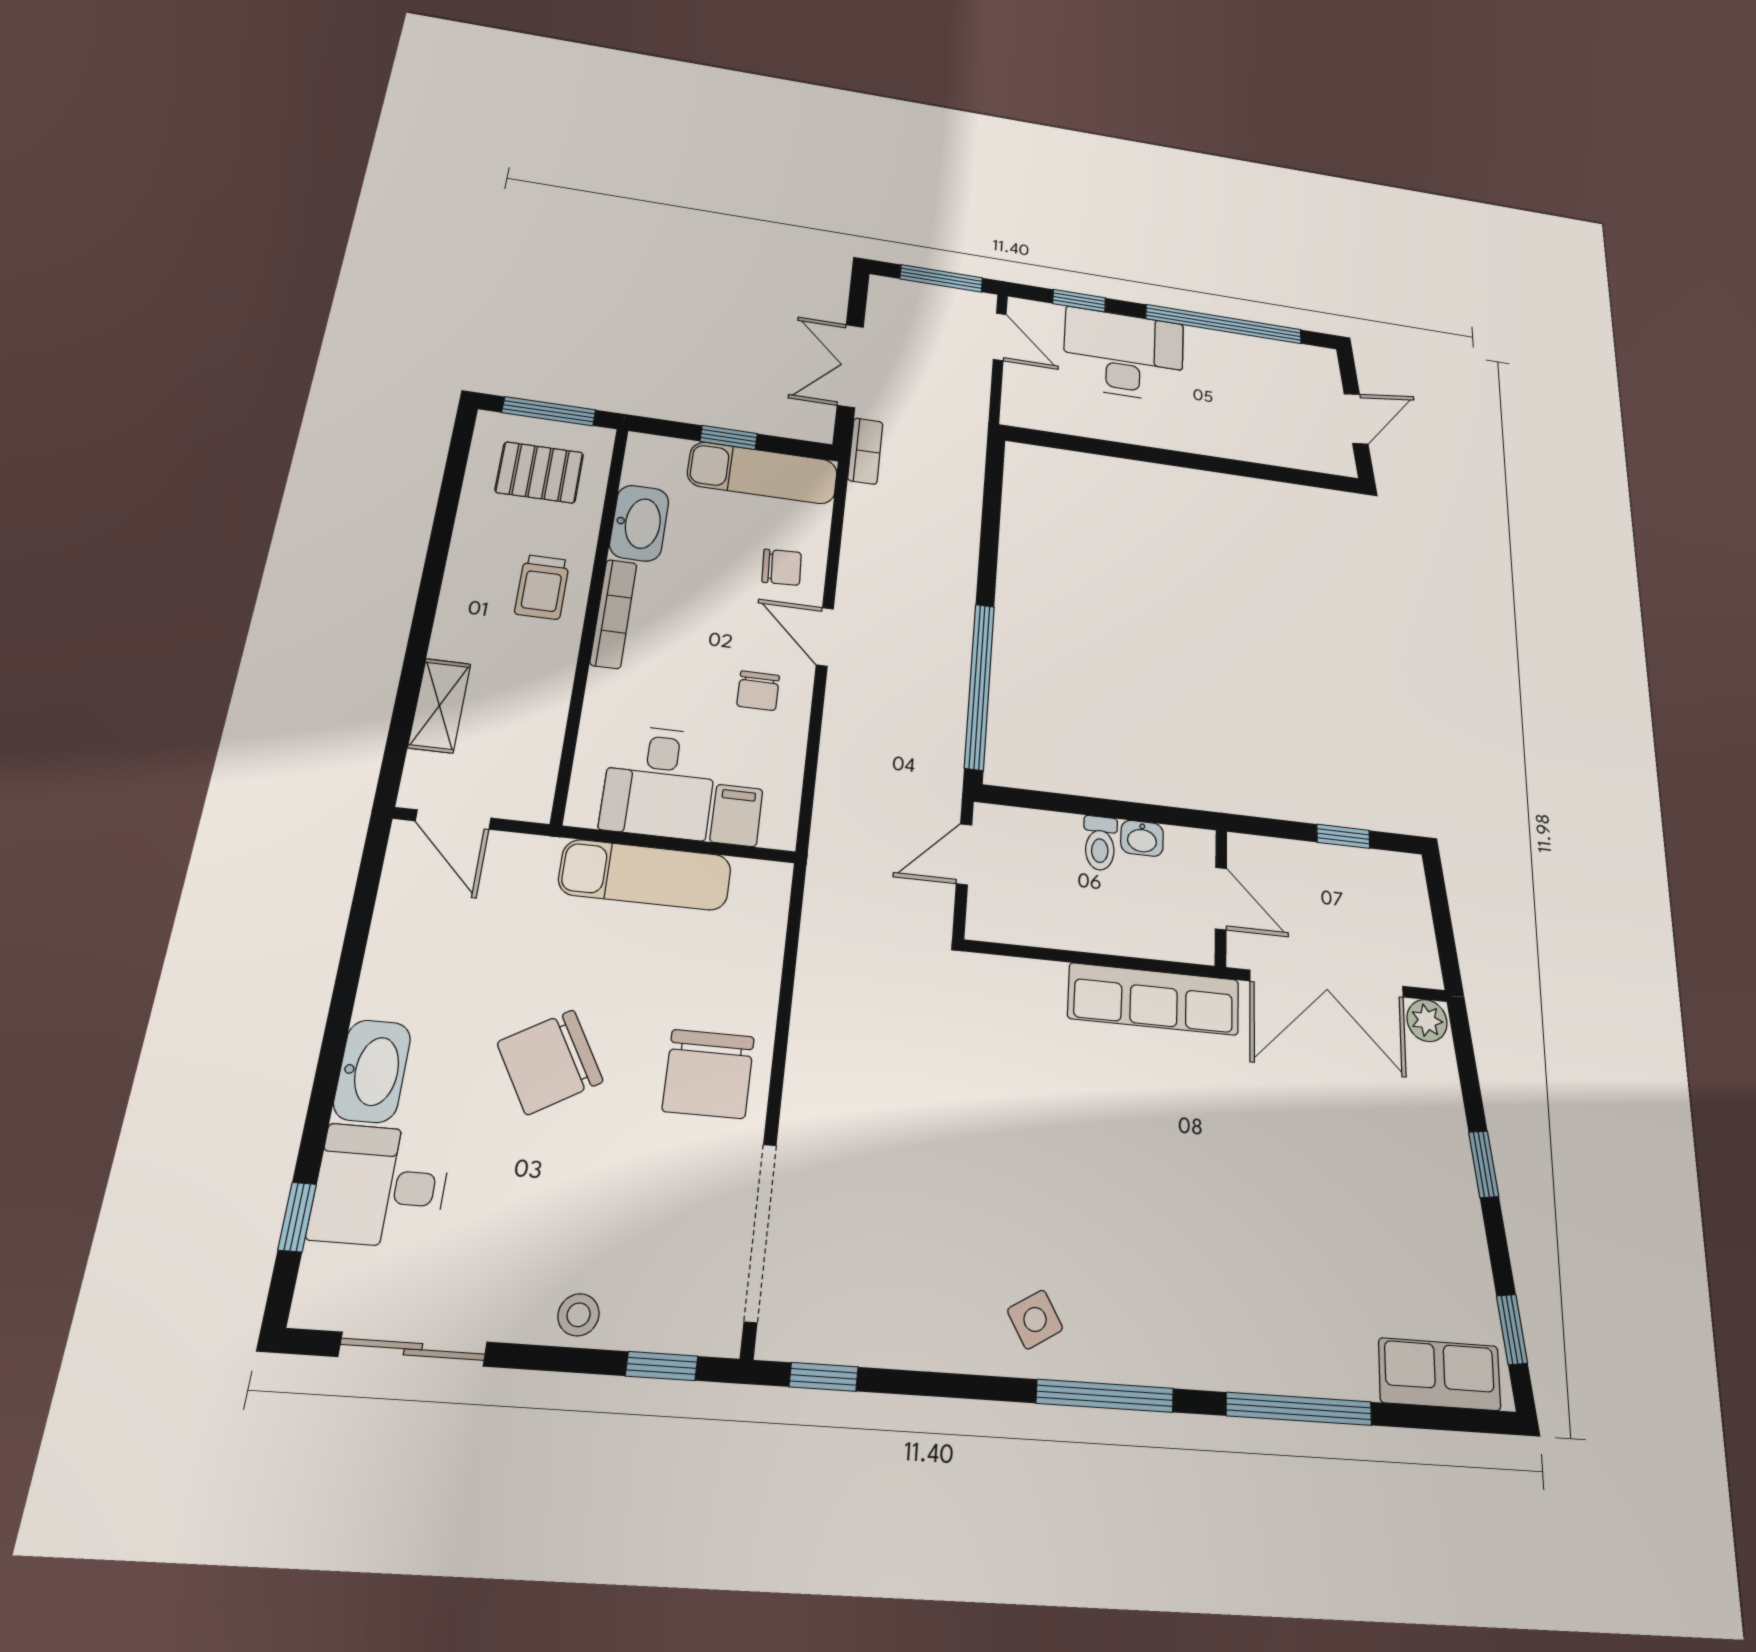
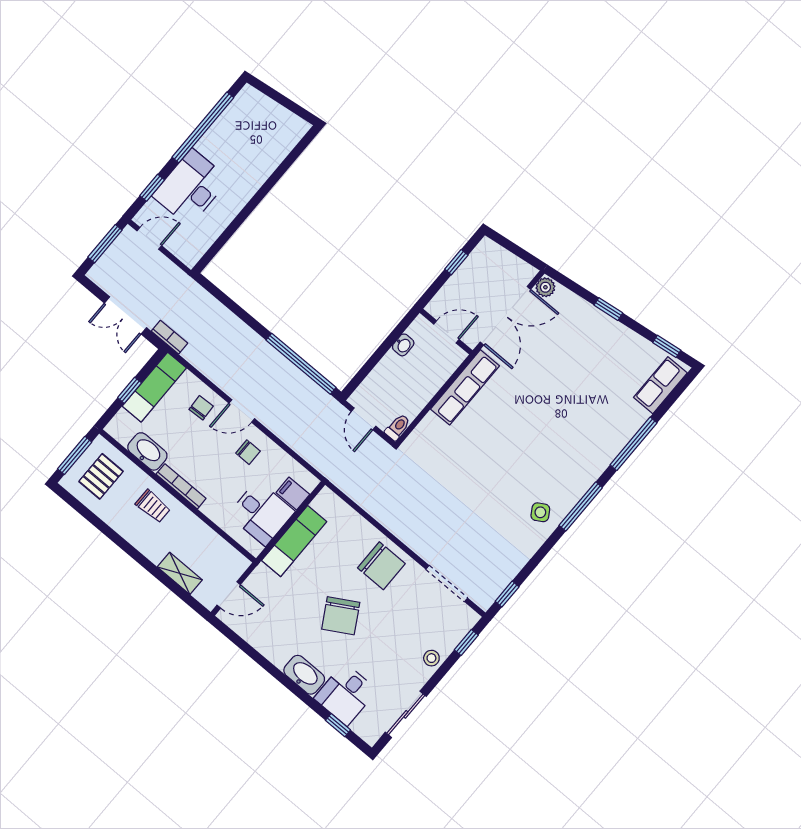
door: (1356, 419) -> (285, 102), removed
toilet: (1100, 843) -> (398, 427), moved, turned -90
doorway: (760, 1232) -> (447, 584), width x0.73

